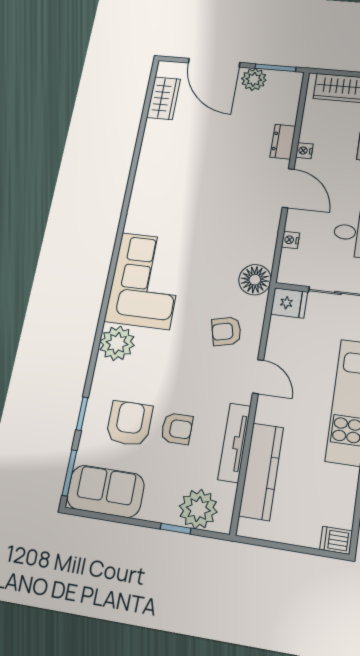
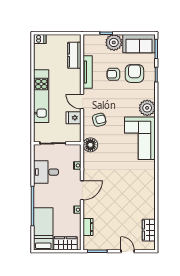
door: (214, 63) -> (128, 251), width x0.53
plant: (254, 79) -> (107, 244), removed
dresser: (283, 142) -> (88, 227), moved
door: (288, 188) -> (82, 190), swing flipped
fridge: (289, 303) -> (74, 118), moved
armchair: (129, 423) -> (134, 73), turned 180
kitchen counter: (261, 471) -> (74, 55), width x0.67
plant: (198, 509) -> (114, 42), moved

